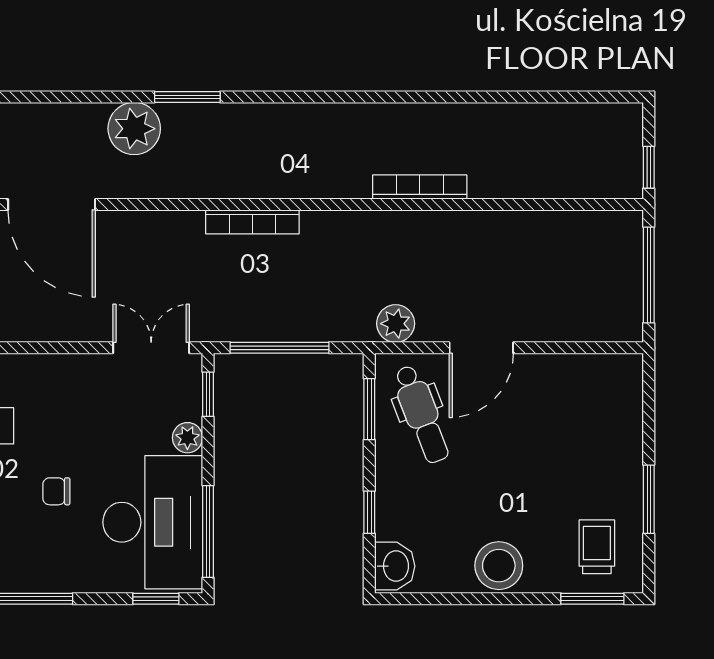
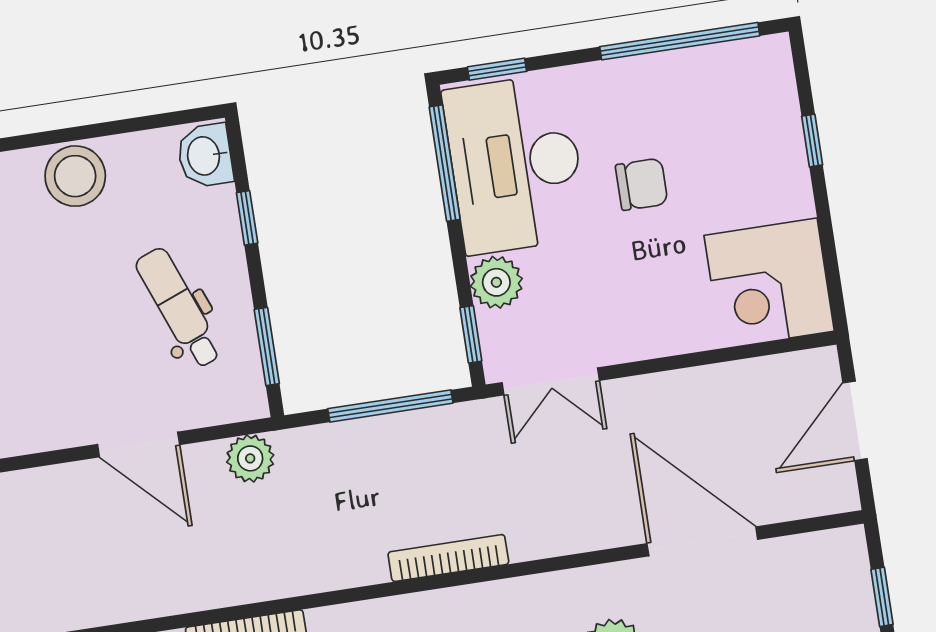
door: (481, 348) -> (139, 444), swing flipped
dental chair: (421, 414) -> (179, 308), moved
plant: (187, 438) -> (496, 282), width x1.38, depth x1.38
chair: (56, 491) -> (642, 184), width x1.37, depth x1.37

